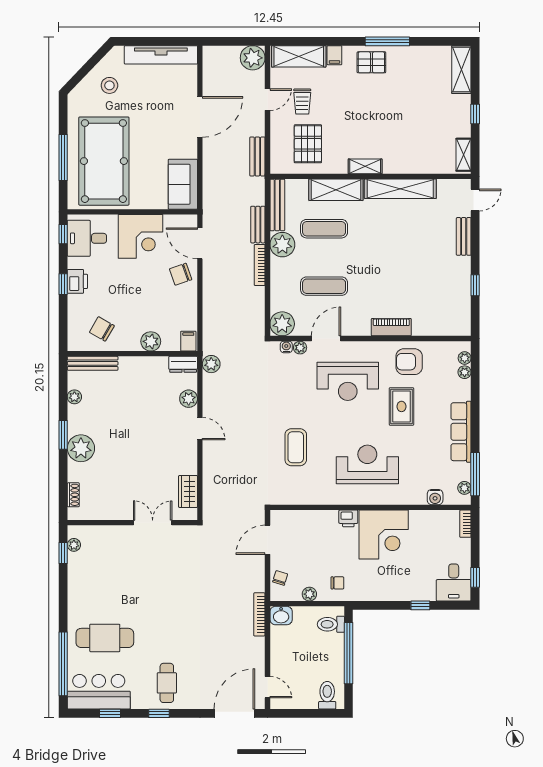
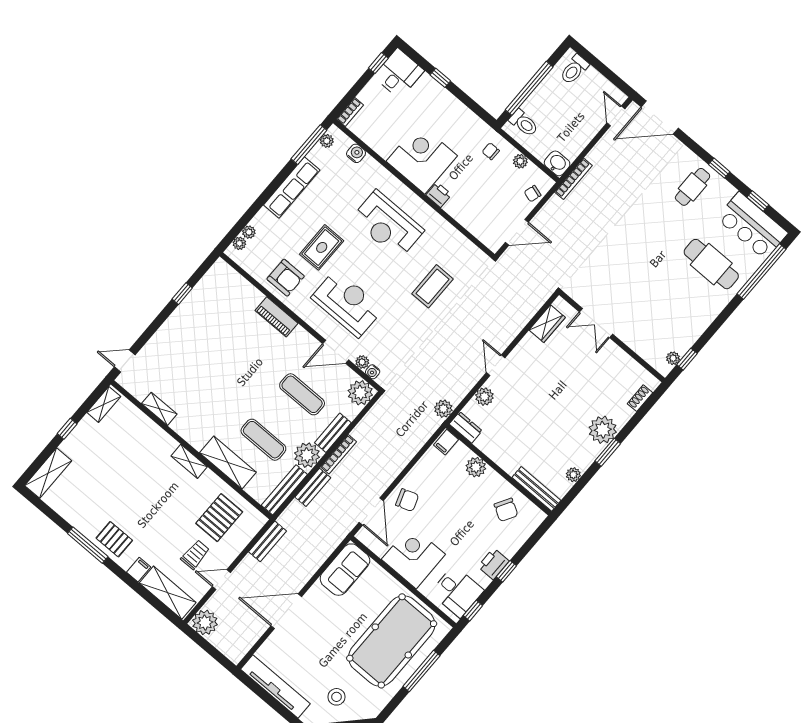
shelving: (400, 189) -> (159, 409), width x0.45, depth x0.75
bench: (464, 236) -> (333, 433), moved

